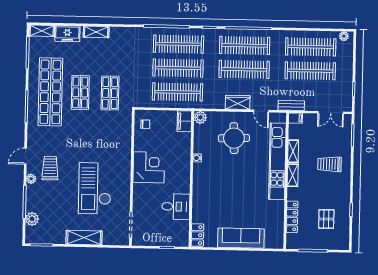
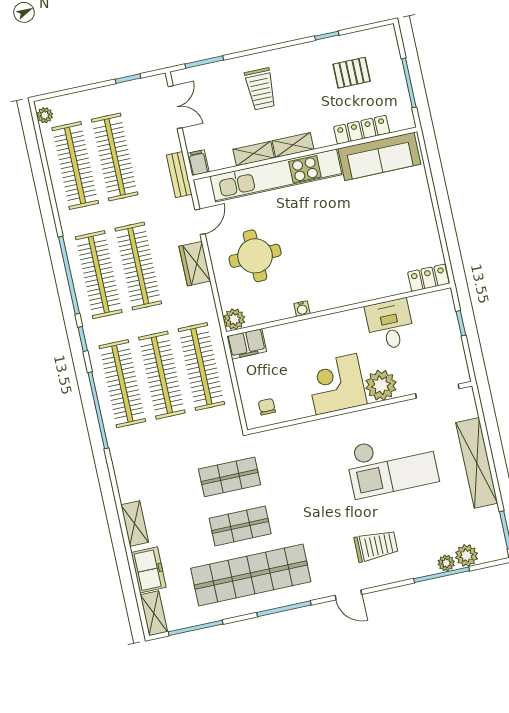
door: (25, 156) -> (348, 595), moved
trolley: (50, 168) -> (376, 546), turned 180
plant: (31, 179) -> (446, 563), moved
plant: (142, 193) -> (381, 385), added
shelving: (84, 238) -> (477, 463), width x1.47
sofa: (241, 238) -> (379, 156), moved, turned -90

